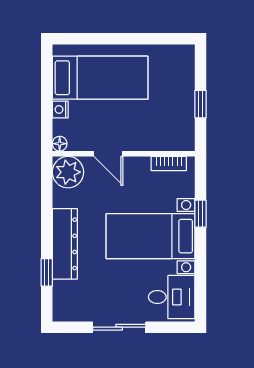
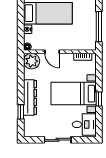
window: (201, 104) -> (99, 27), width x2.17
window: (201, 214) -> (99, 99), moved

